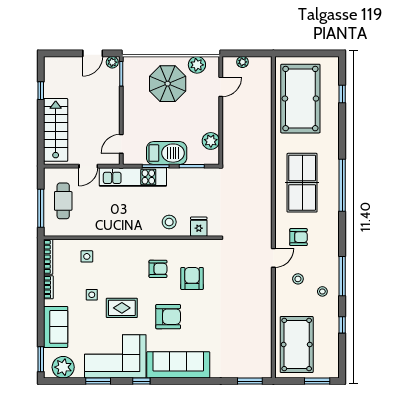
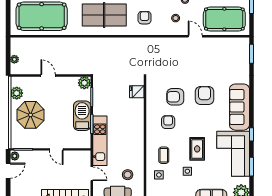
door: (93, 53) -> (8, 171), hinge flipped
door: (221, 87) -> (48, 75), moved
plant: (211, 141) -> (84, 83), moved
door: (121, 144) -> (56, 149), moved
stool: (169, 222) -> (128, 175), moved
door: (273, 258) -> (195, 36), moved
coffee table: (113, 263) -> (164, 155), added
armchair: (168, 317) -> (205, 95), moved

